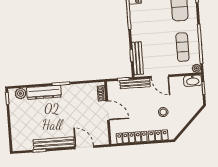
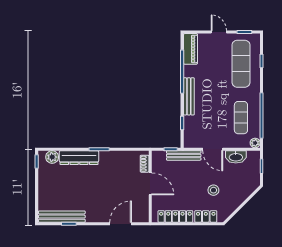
bench: (138, 58) -> (189, 96), moved
washbasin: (193, 81) -> (236, 157), moved
bench: (54, 143) -> (62, 217), moved
door: (84, 147) -> (121, 224), hinge flipped

